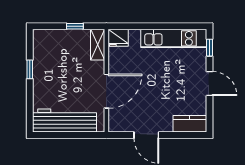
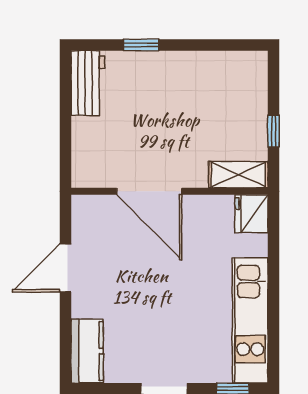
window: (30, 69) -> (141, 45), moved
workbench: (65, 120) -> (88, 83), width x0.53, depth x0.76

